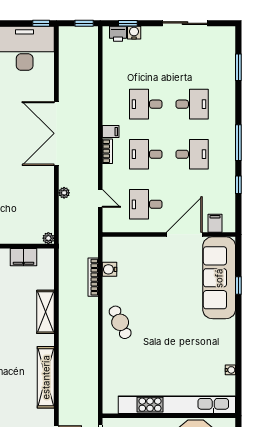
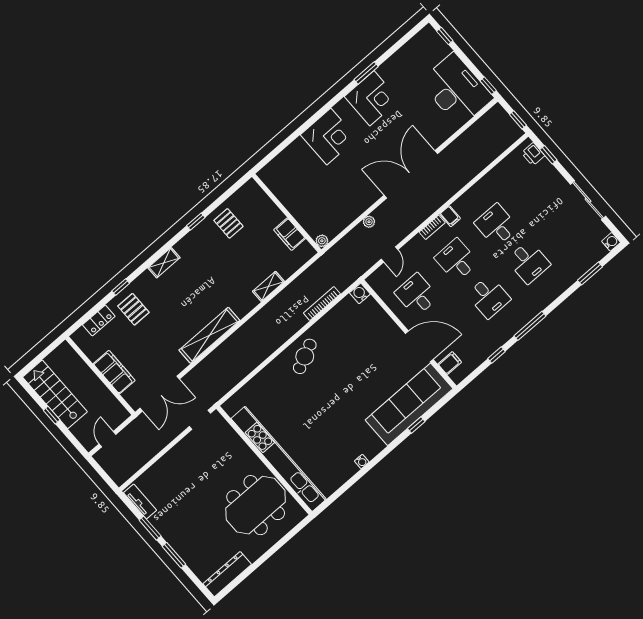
water cooler: (134, 33) -> (611, 242), moved
water cooler: (110, 269) -> (360, 293), moved
shelving: (45, 312) -> (268, 286), width x0.67, depth x0.75
water cooler: (230, 370) -> (362, 461), moved

